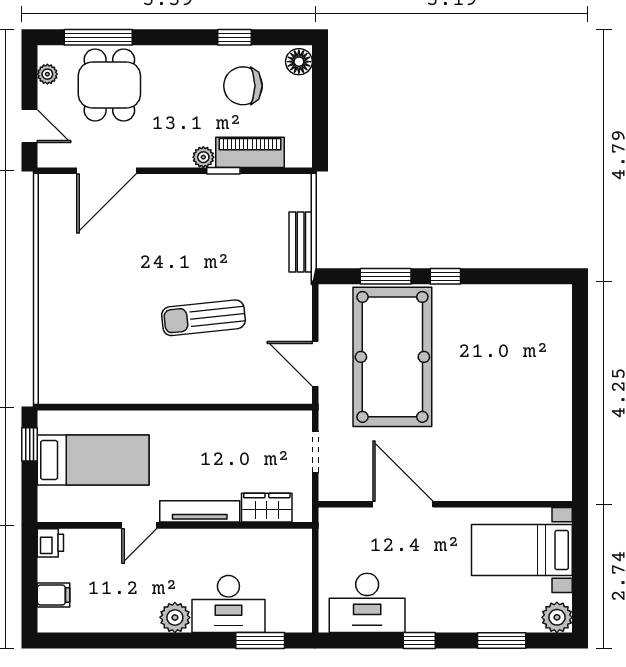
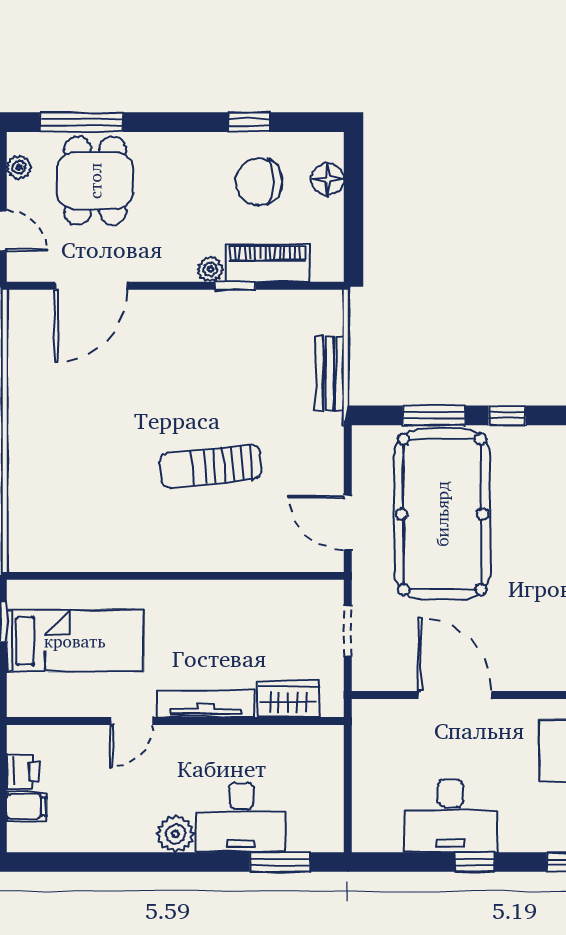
floor lamp: (299, 62) -> (328, 179), moved
printer: (50, 543) -> (23, 771), moved
desk: (367, 603) -> (450, 816), moved

